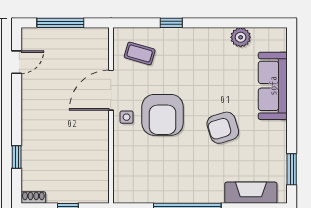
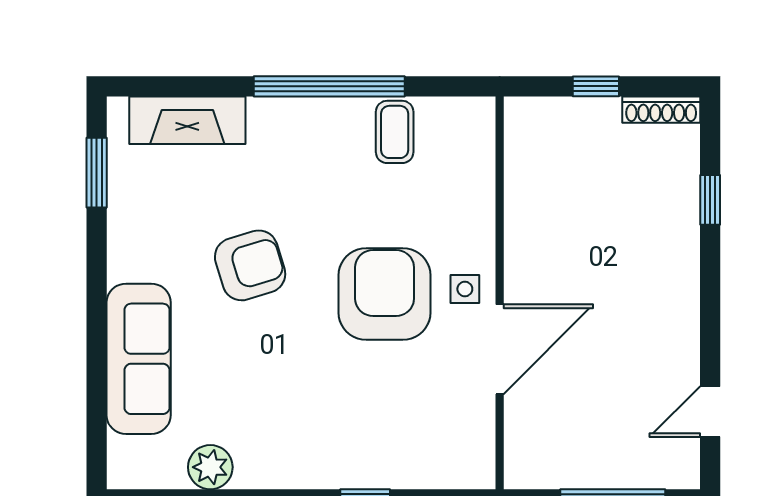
coffee table: (140, 53) -> (395, 132), moved, turned 74
shoe rack: (33, 197) -> (661, 110), width x1.43

